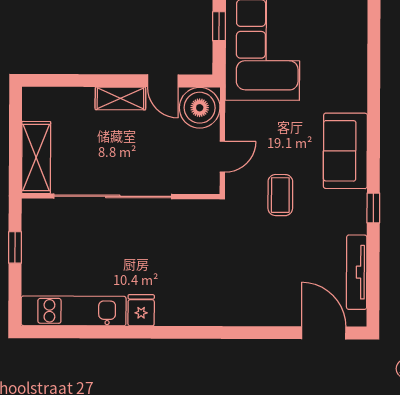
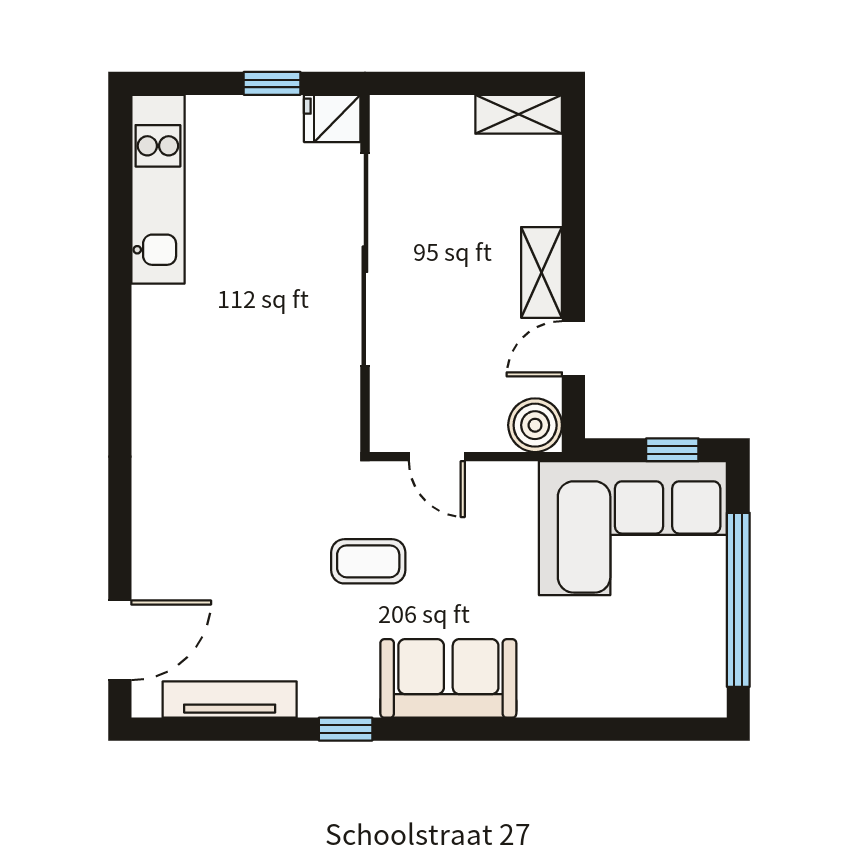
boiler: (200, 108) -> (535, 425), width x0.73, depth x0.73
shelving: (36, 157) -> (519, 114), moved, width x0.67, depth x0.75
fridge: (141, 310) -> (332, 118), moved, turned 180

